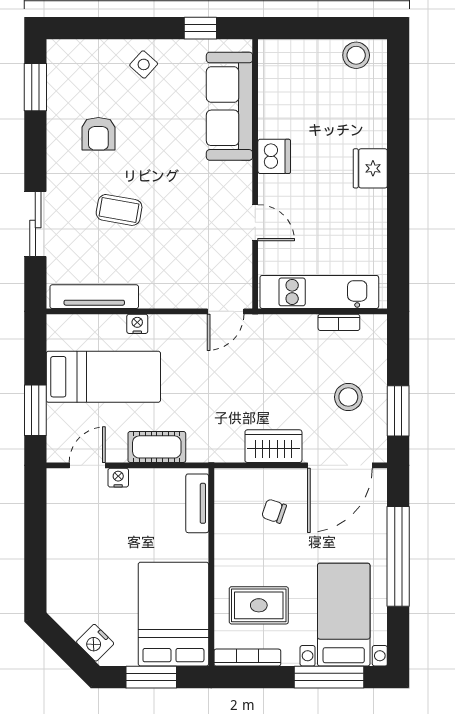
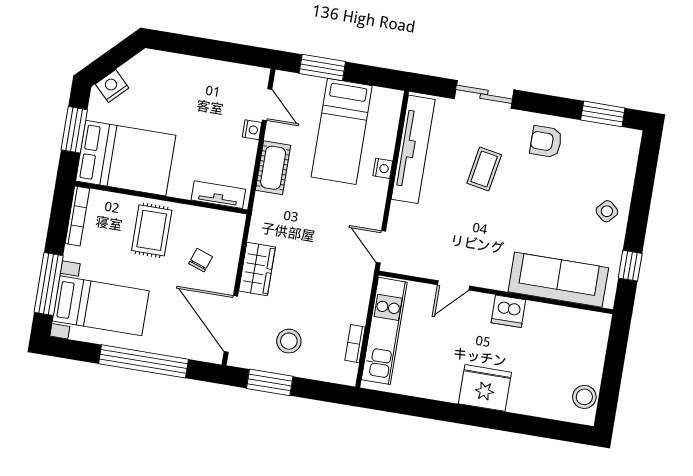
armchair: (98, 134) -> (546, 142), moved
fridge: (370, 168) -> (485, 388), width x1.36, depth x1.34
tv unit: (94, 297) -> (413, 149), width x1.36, depth x1.29
rug: (259, 605) -> (152, 230), moved

